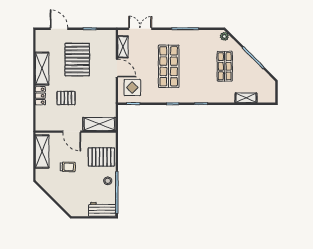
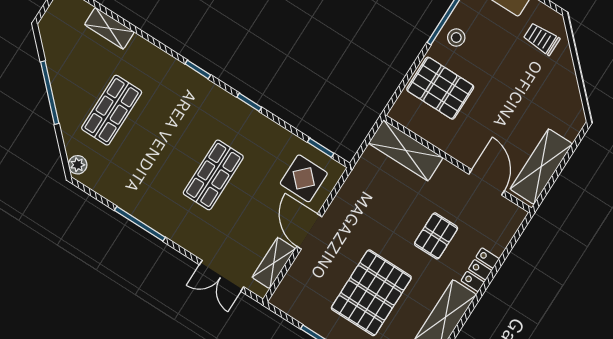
shop shelf: (169, 66) -> (213, 175), width x0.70, depth x0.74
pallet: (66, 98) -> (436, 236), turned 90
door: (72, 132) -> (487, 182), moved
trolley: (68, 167) -> (542, 39), moved

